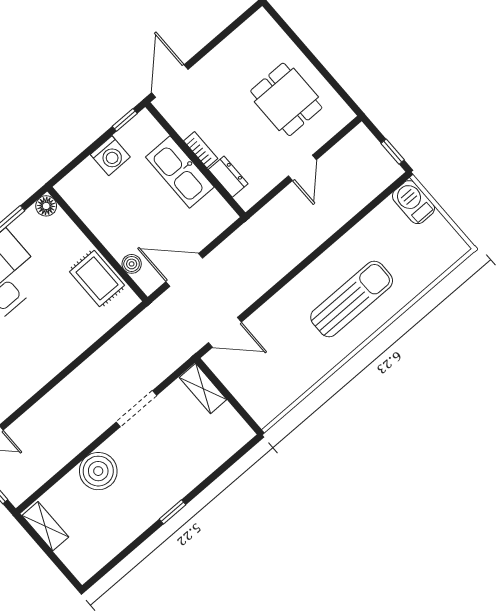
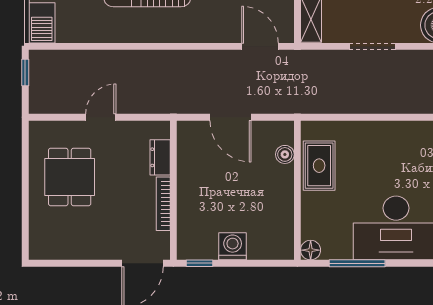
bookcase: (201, 150) -> (163, 204), width x1.56
kitchen sink: (180, 172) -> (192, 191), removed
door: (184, 270) -> (230, 117), moved

